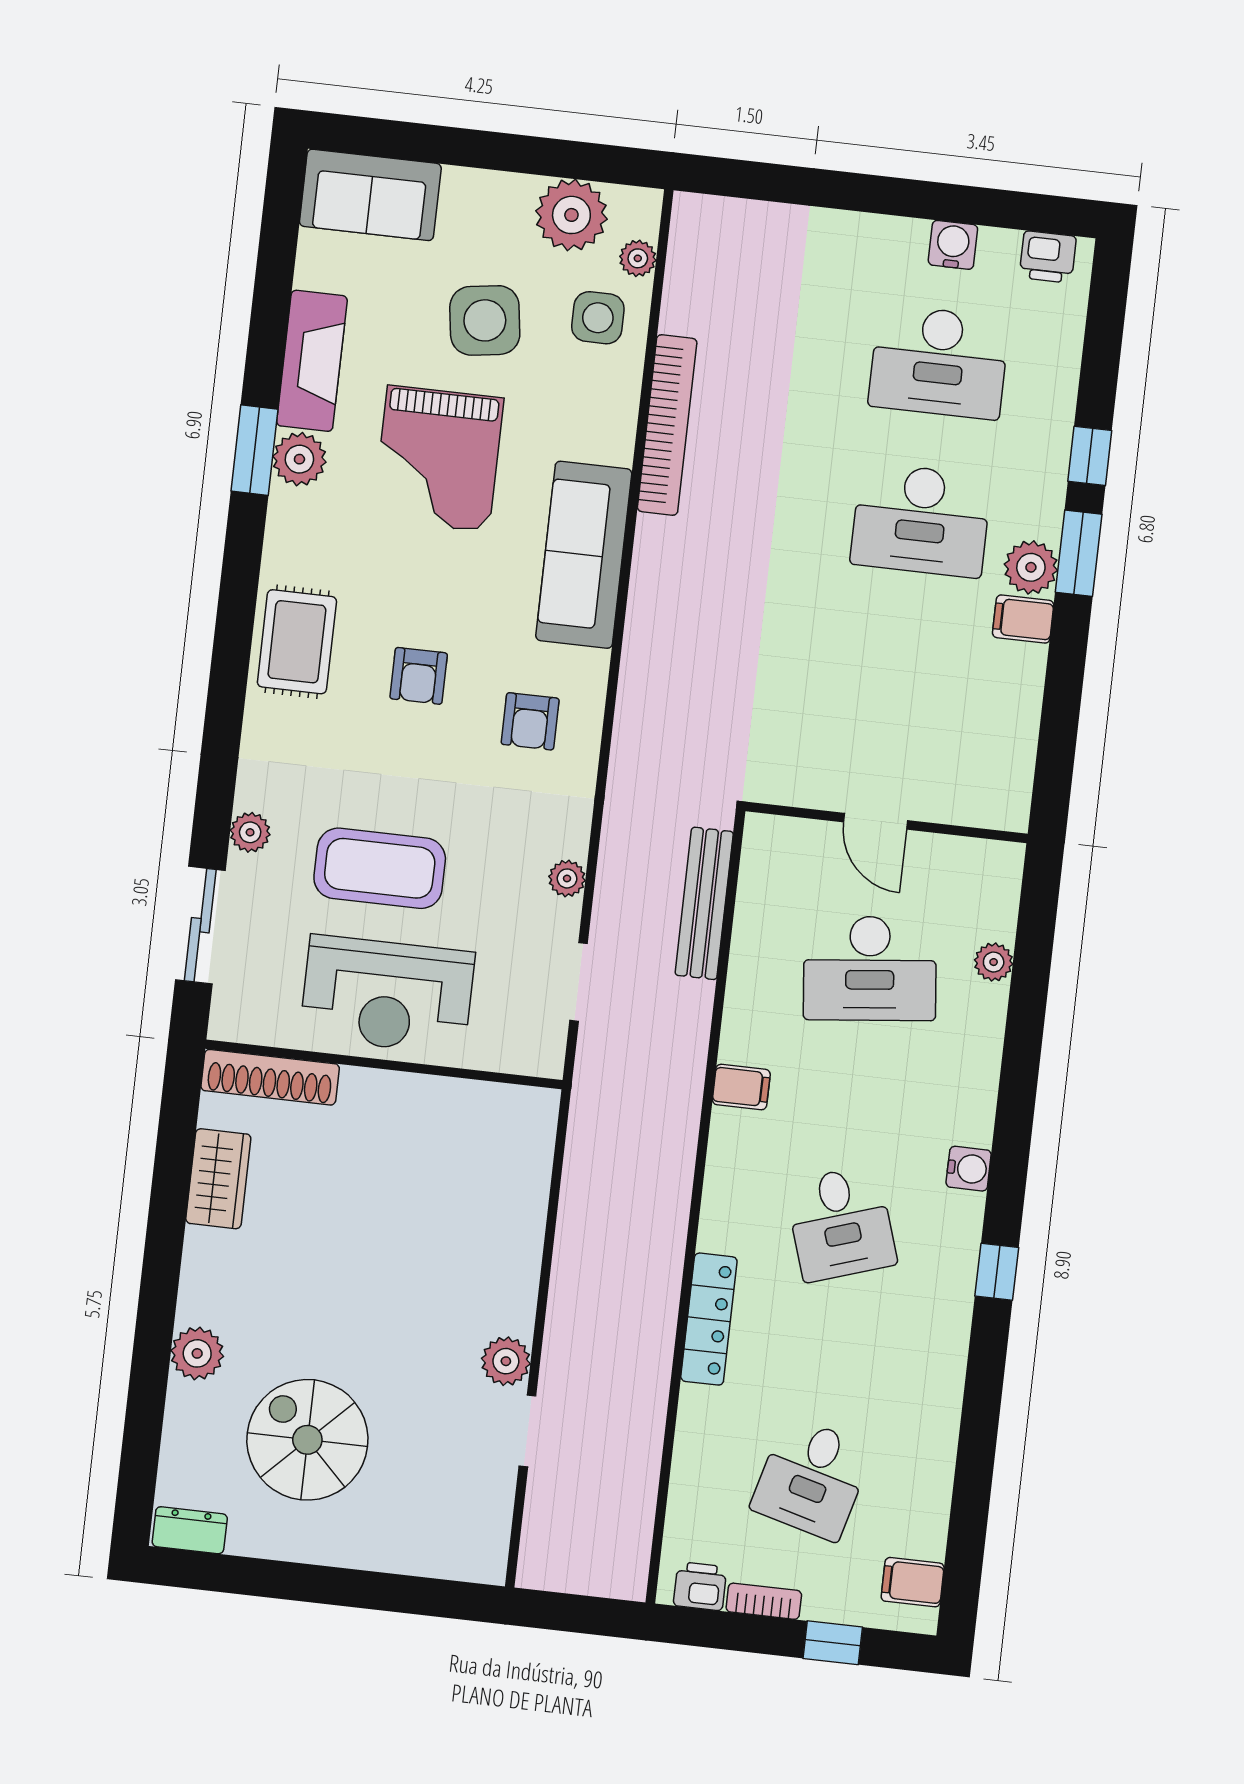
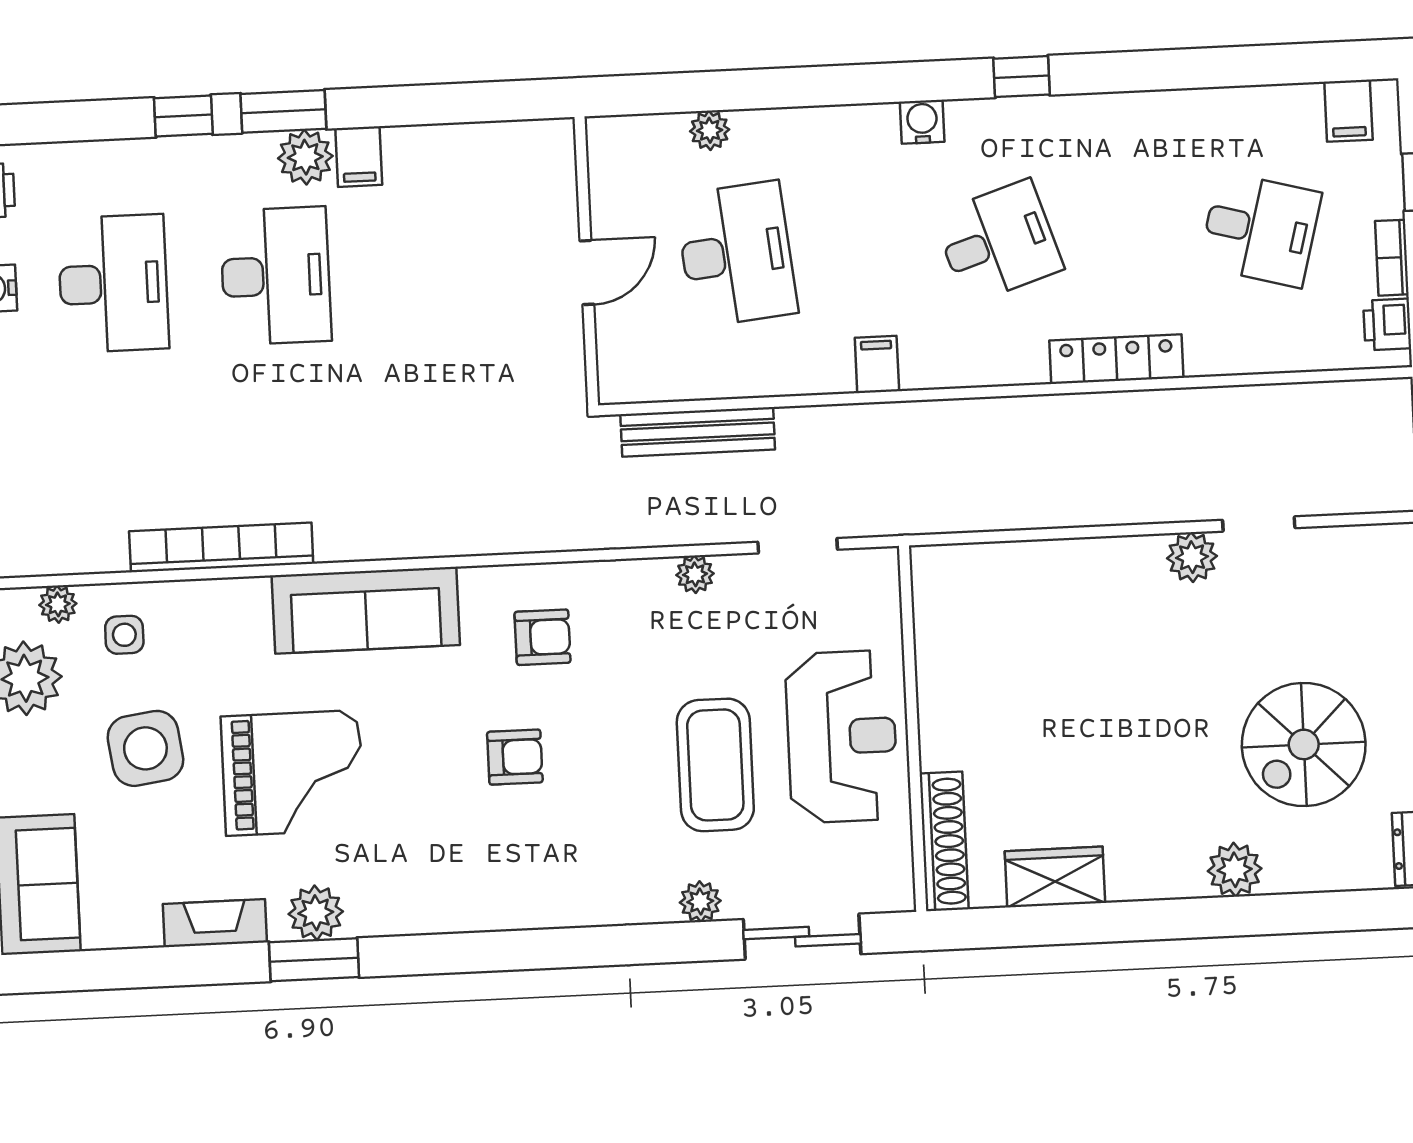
side table: (598, 318) -> (124, 635), width x0.73, depth x0.73
fireplace: (312, 361) -> (215, 923), width x0.73, depth x0.76
rug: (297, 642) -> (500, 885), removed

